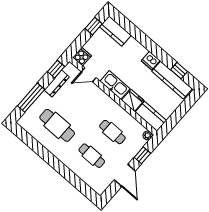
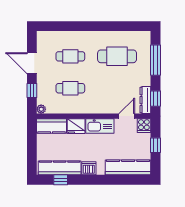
window: (94, 26) -> (155, 145), moved
kitchen counter: (115, 31) -> (128, 167), width x1.50
dresser: (57, 84) -> (145, 100), moved

